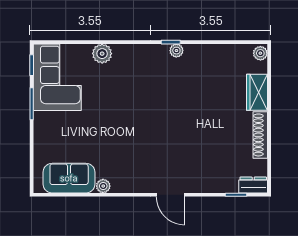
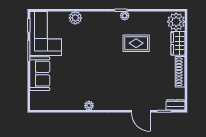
plant: (260, 53) -> (176, 22), width x1.87, depth x1.87
rug: (194, 92) -> (136, 43), added
sofa: (69, 178) -> (40, 74), moved, turned 90
plant: (103, 186) -> (89, 106), moved
door: (170, 195) -> (141, 111), moved

